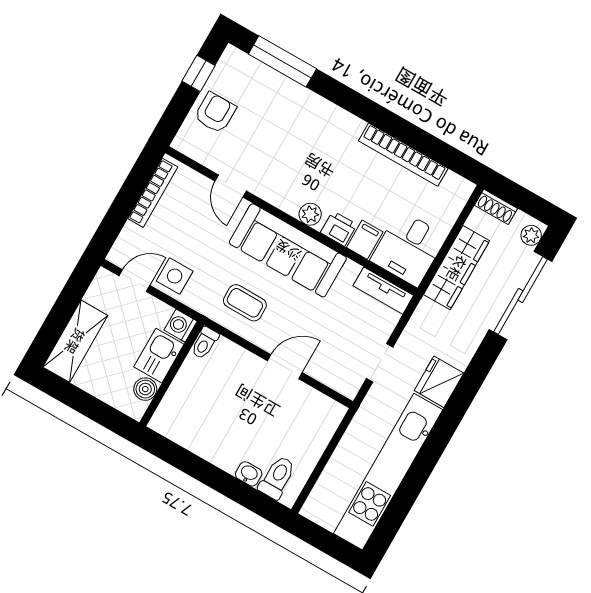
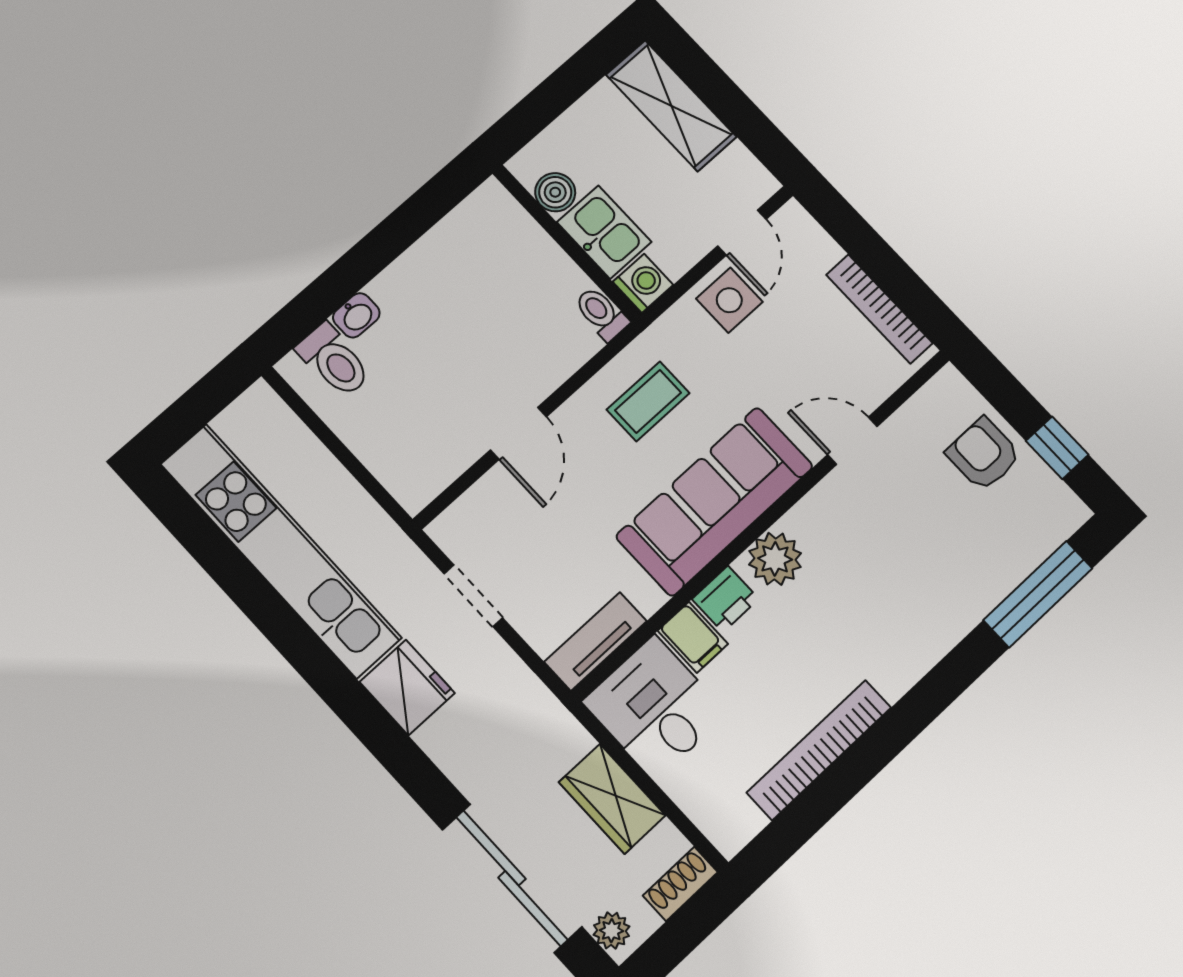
armchair: (215, 113) -> (983, 454), turned 180
plant: (310, 214) -> (775, 559), width x1.38, depth x1.38
wardrobe: (457, 268) -> (612, 799), width x0.67

